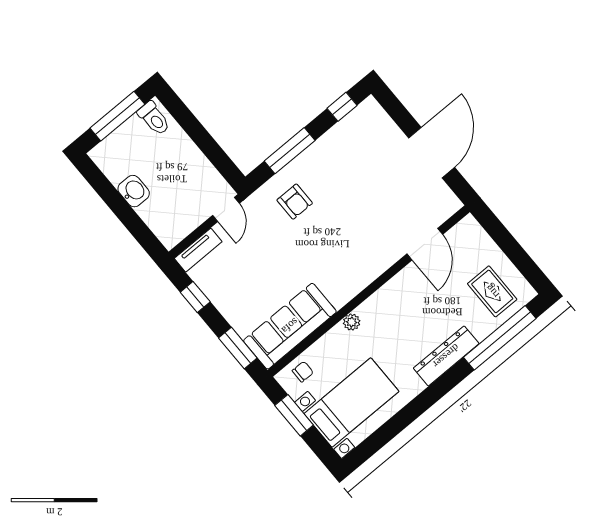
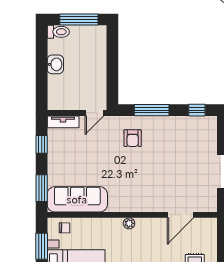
toilet: (154, 118) -> (58, 32), moved, turned -90
plant: (352, 322) -> (129, 223), moved

